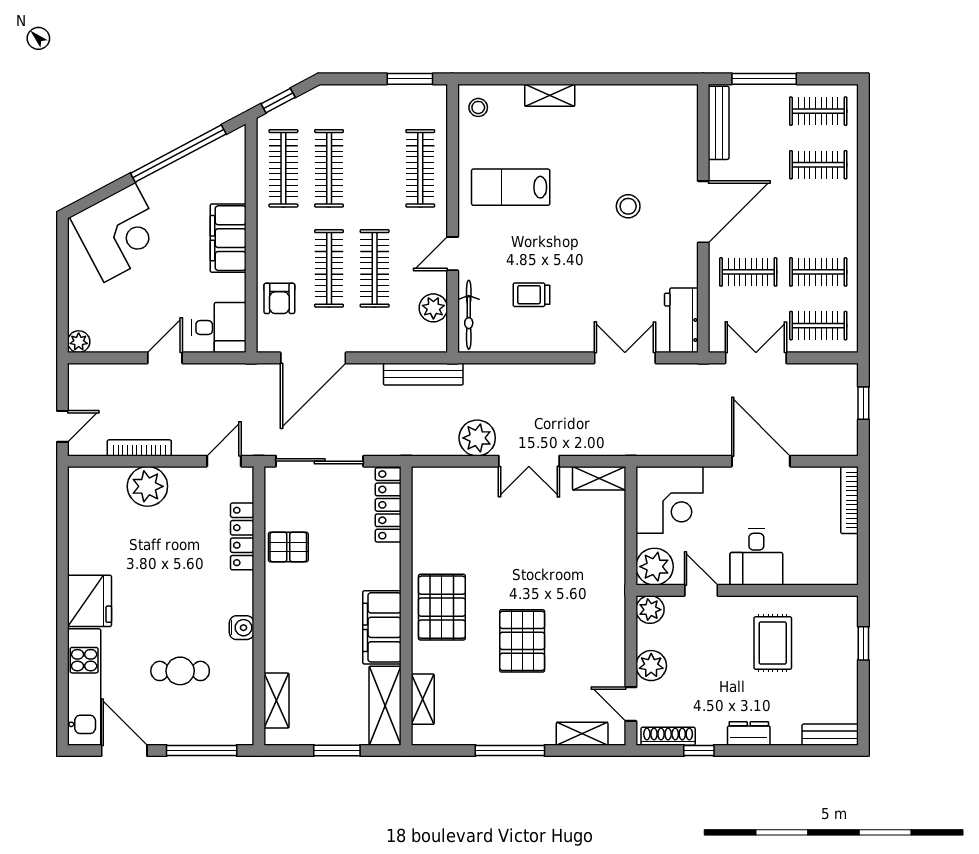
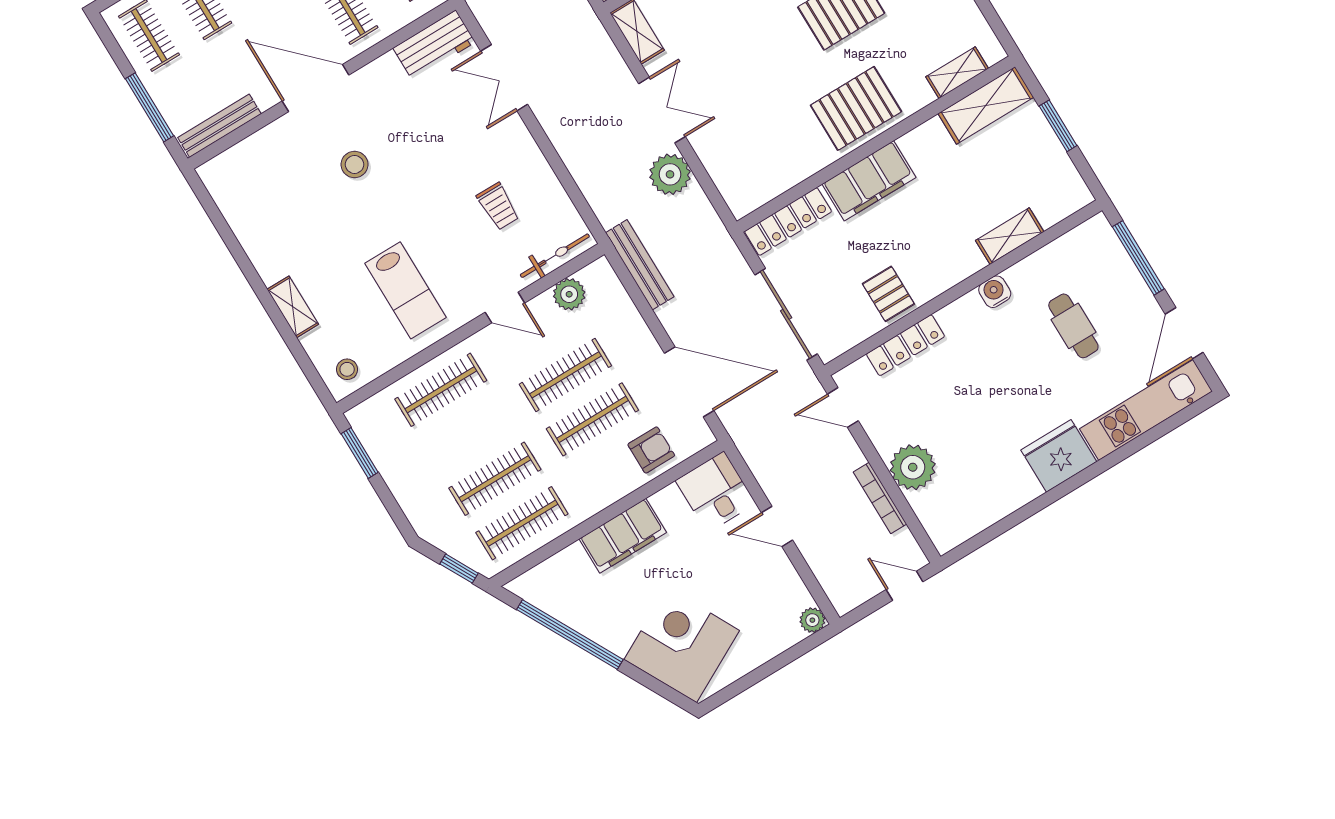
filing cabinet: (382, 627) -> (869, 181), moved
shelving: (276, 701) -> (1010, 236), moved

